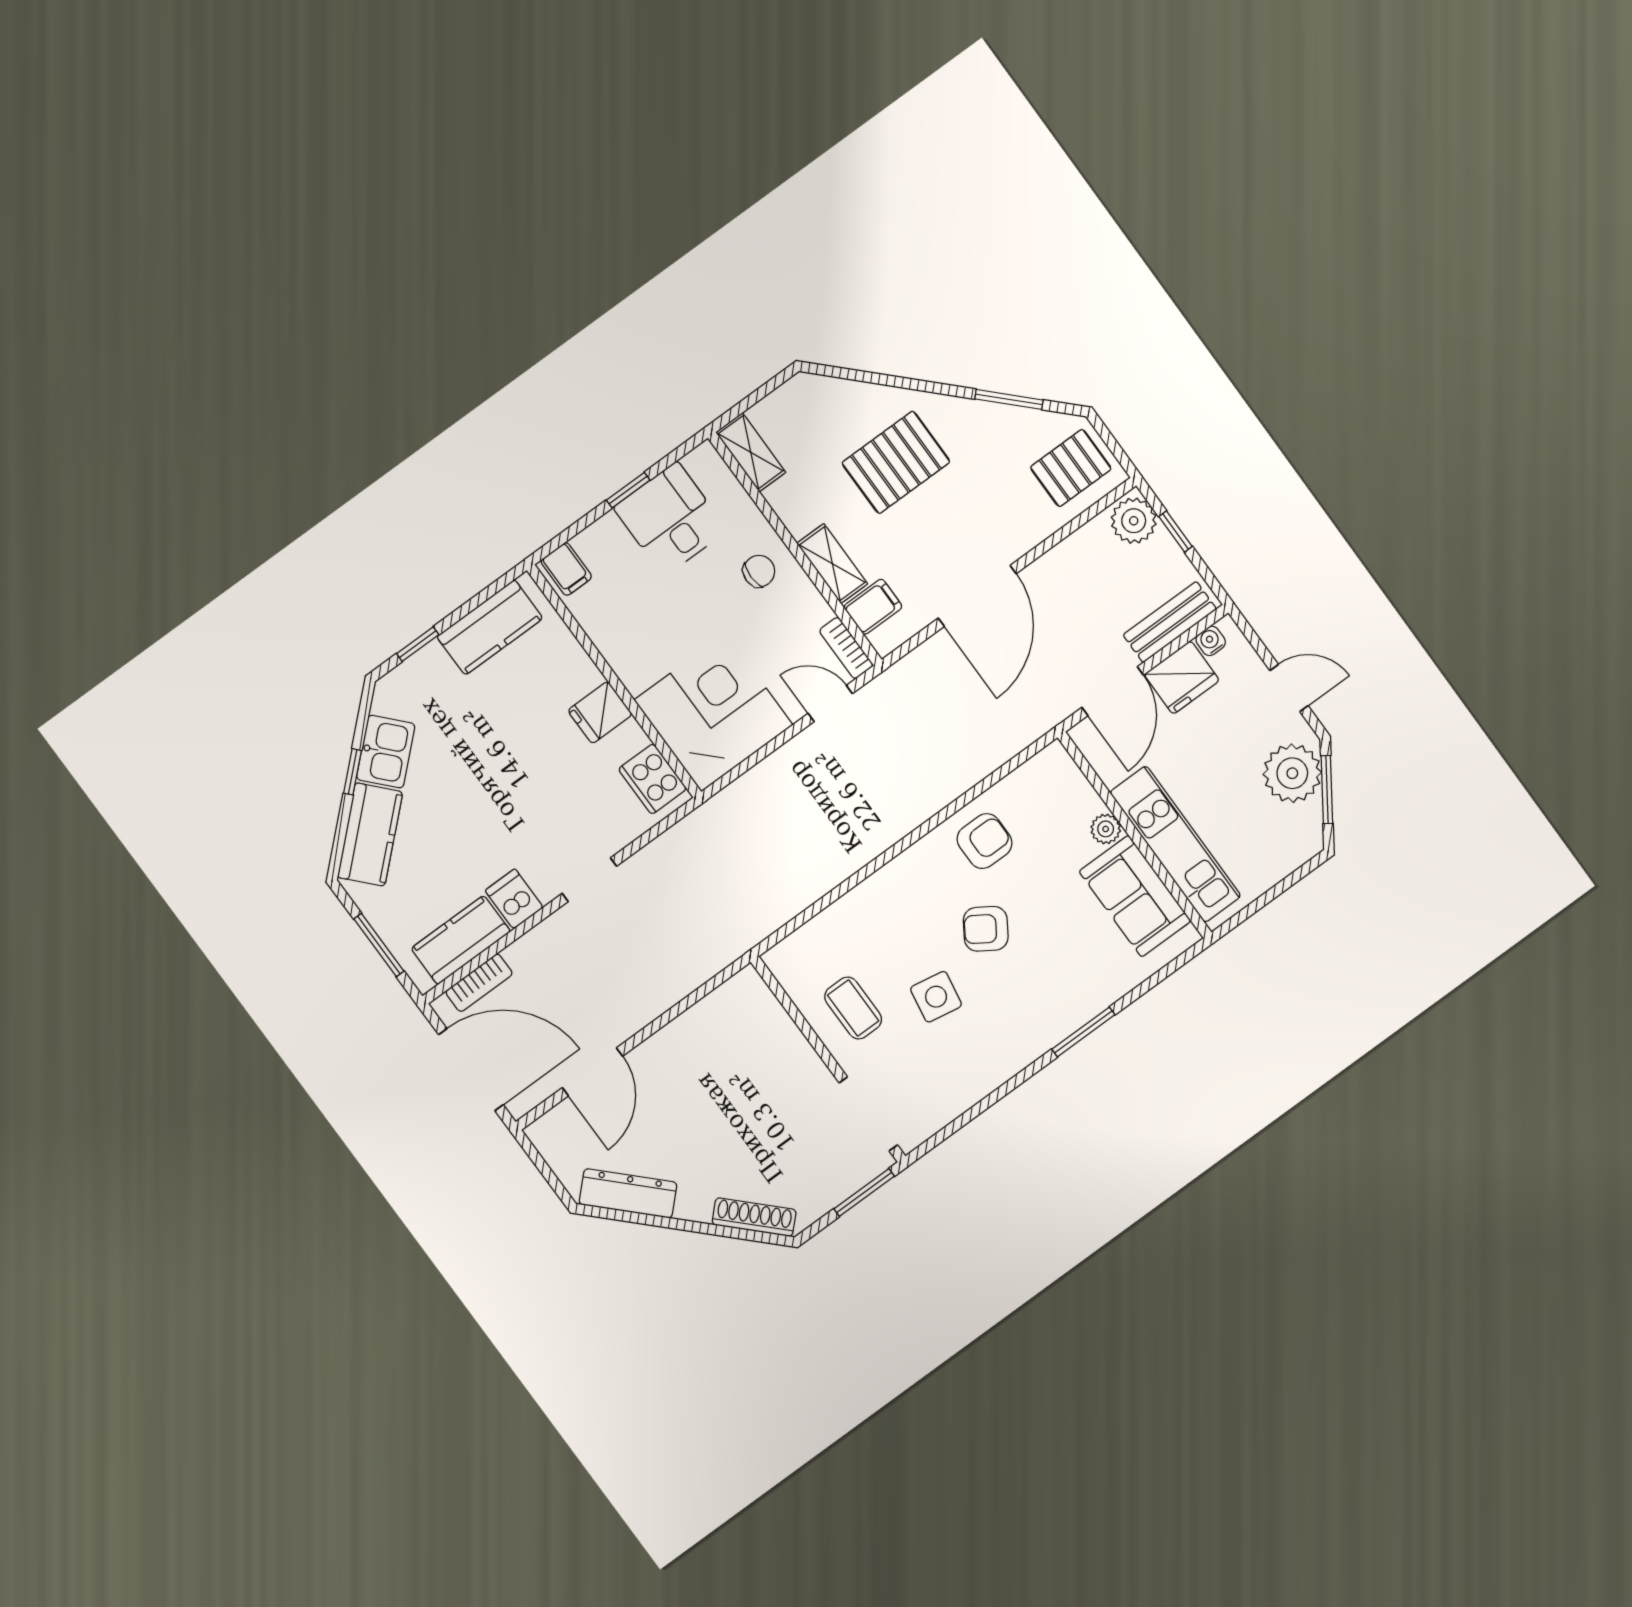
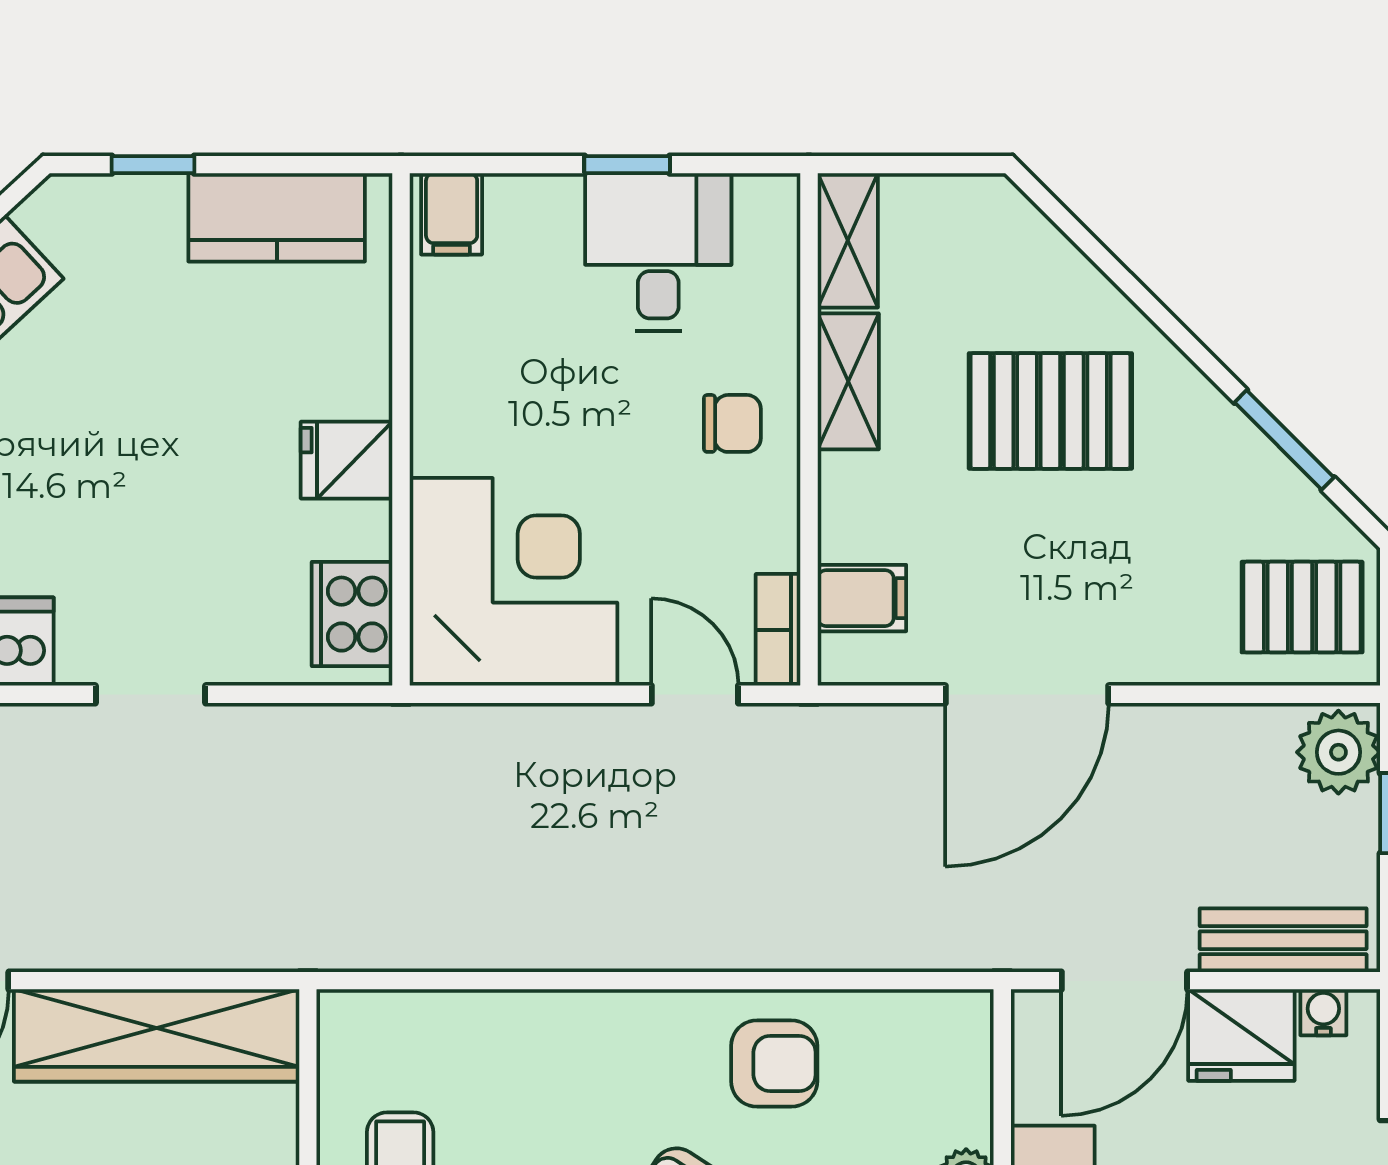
shelving: (832, 564) -> (848, 381), moved
wardrobe: (703, 1028) -> (157, 1035), added

